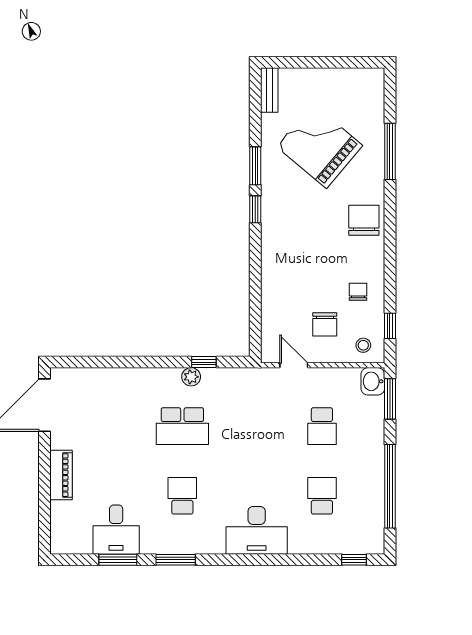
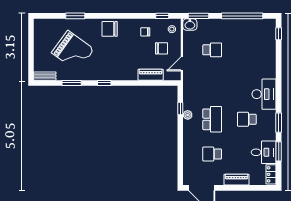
grand piano: (319, 146) -> (73, 51), turned -94
window: (390, 151) -> (75, 16), width x0.69
window: (255, 166) -> (72, 83), moved
piano: (272, 303) -> (151, 75), added
school desk: (322, 496) -> (212, 154), moved
desk: (257, 530) -> (264, 94), moved
locker: (72, 544) -> (271, 174), added

